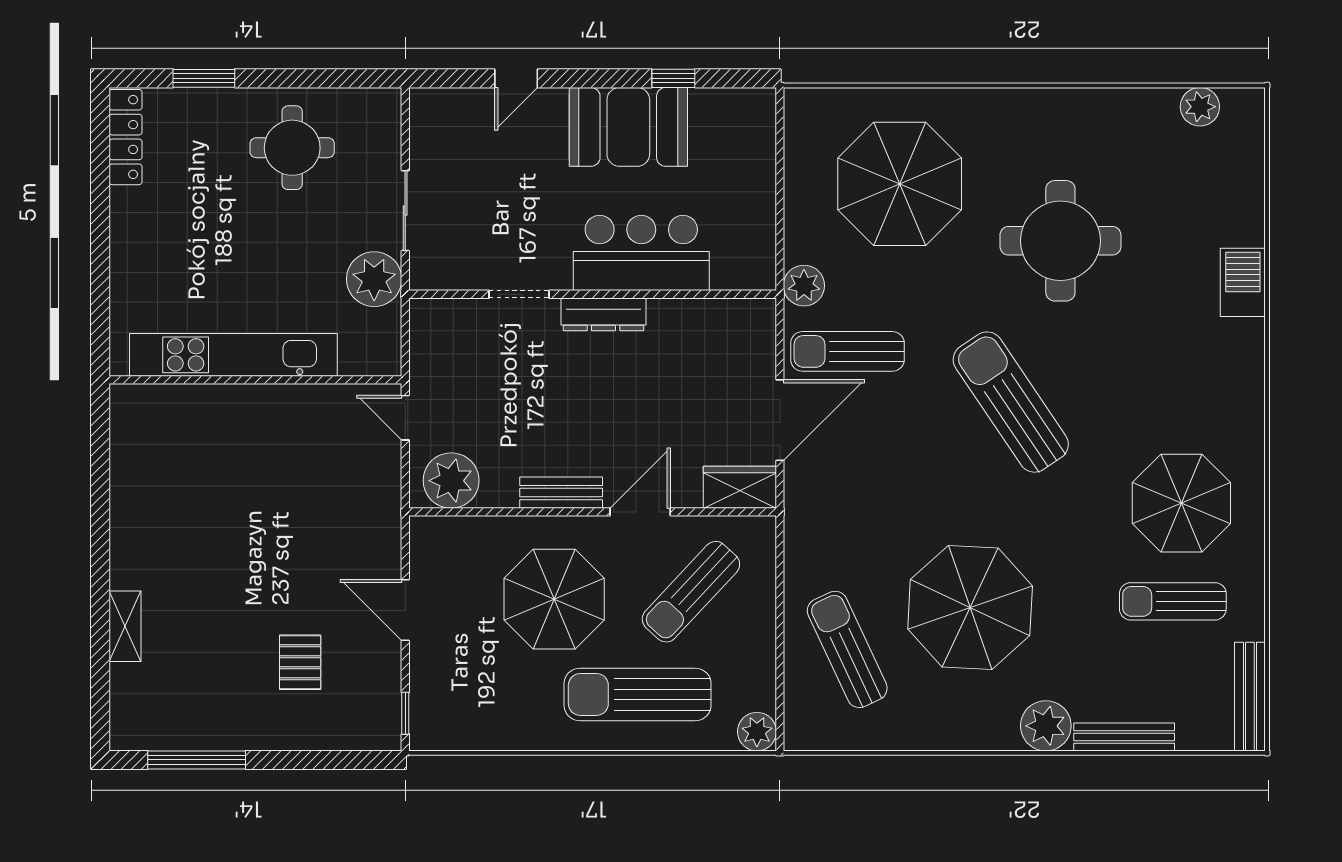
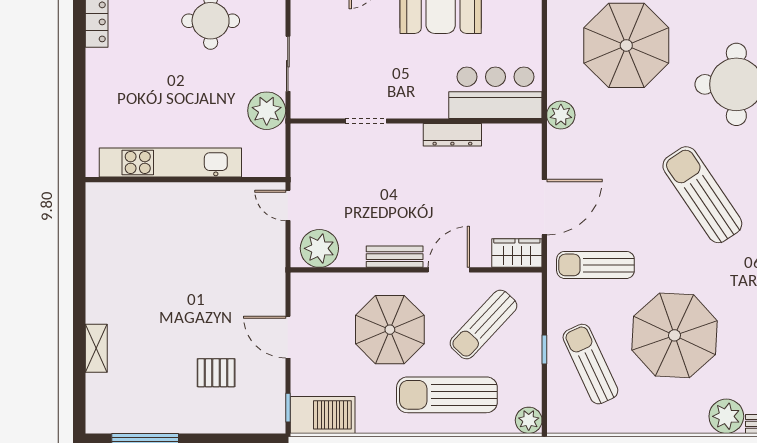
bar counter: (641, 253) -> (495, 93), moved
dresser: (603, 314) -> (452, 135), moved
sun lounger: (847, 351) -> (595, 265), moved
window: (780, 628) -> (544, 350), added
pallet: (300, 662) -> (216, 373), turned 90
barbecue: (456, 724) -> (323, 415), added

